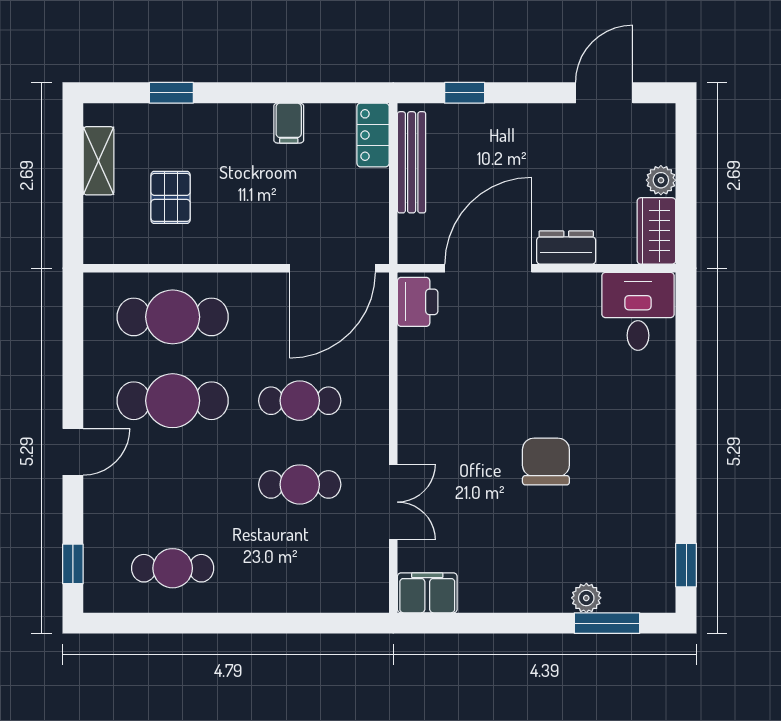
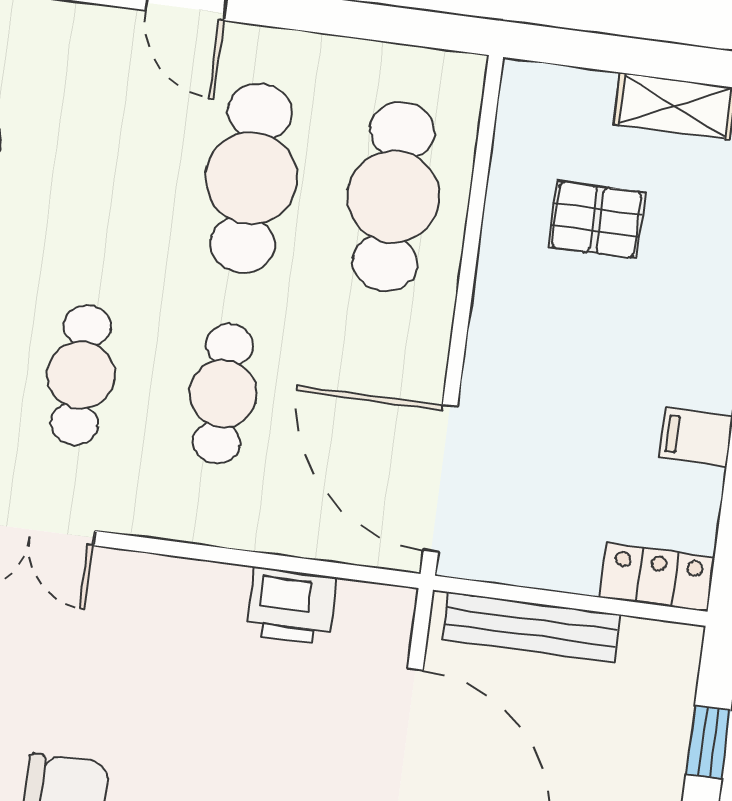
bench: (412, 162) -> (531, 627), moved
printer: (418, 302) -> (291, 606), moved

